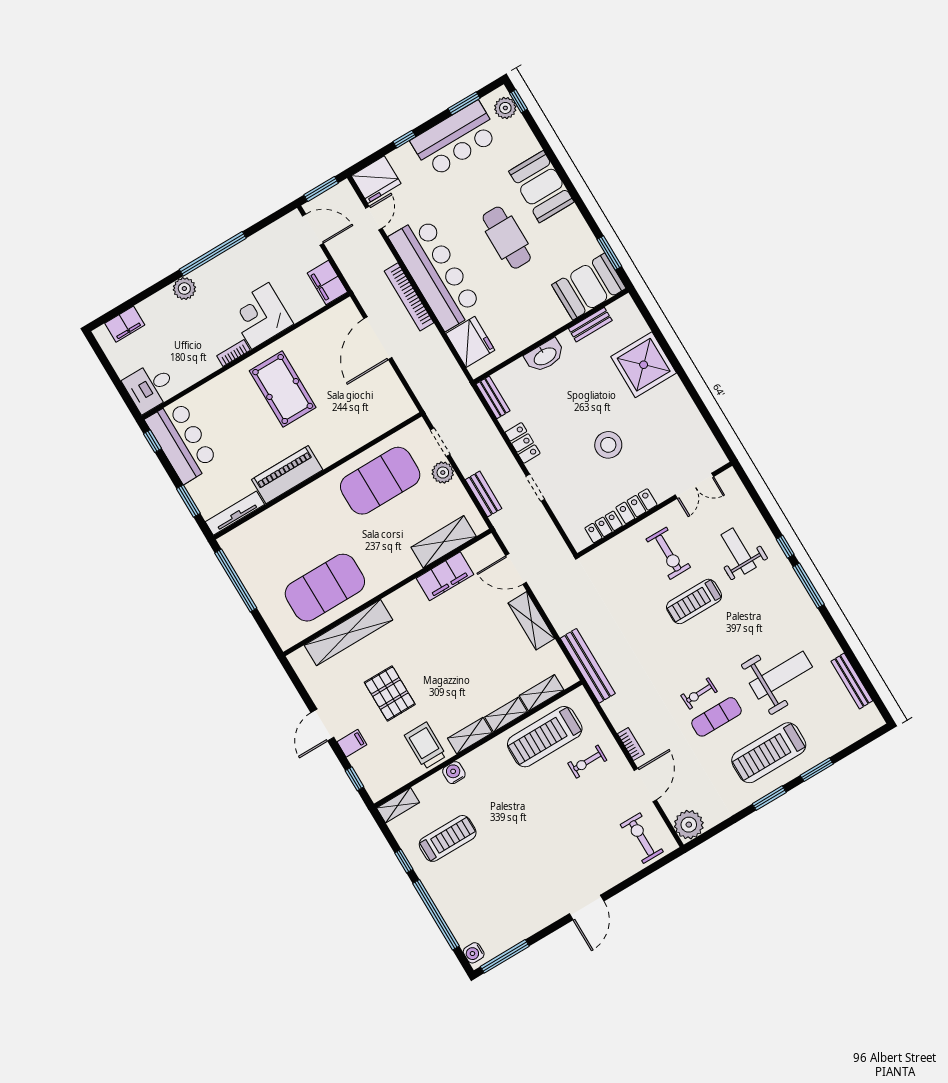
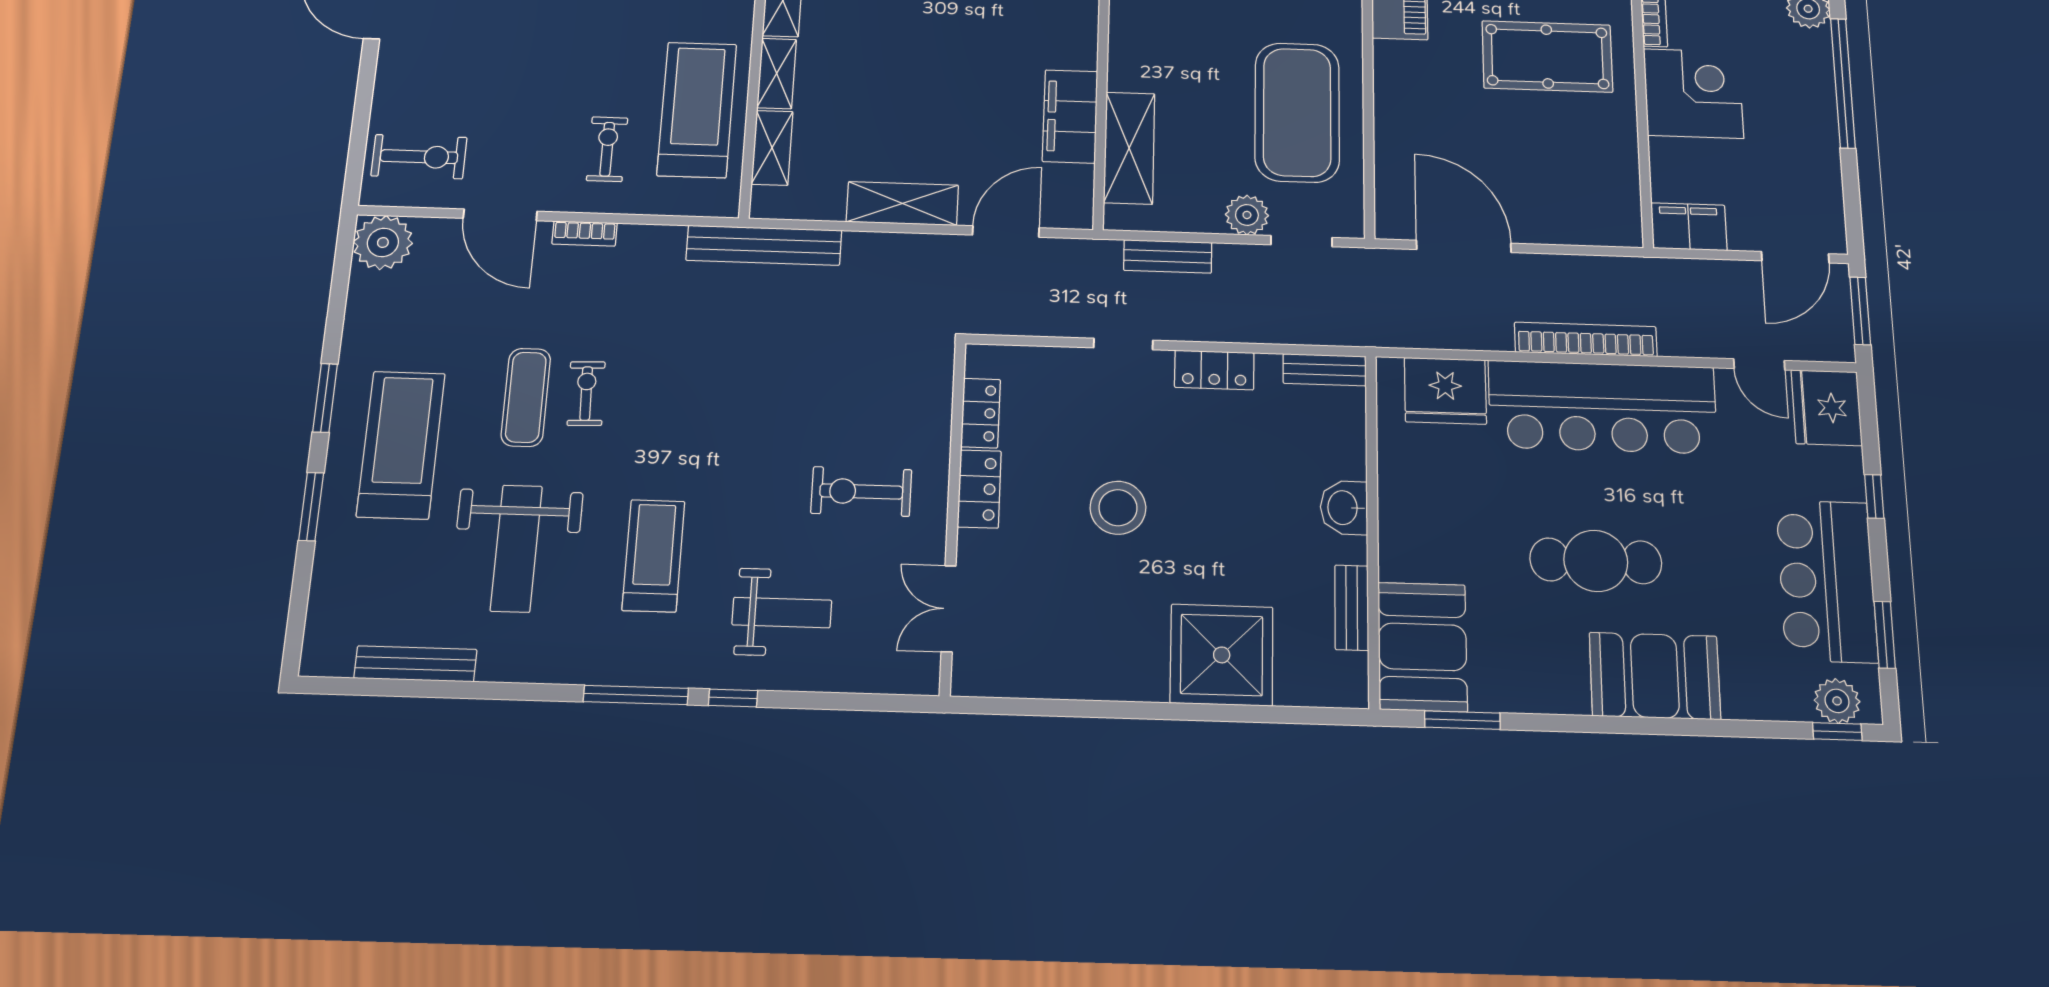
door: (378, 338) -> (1464, 246), moved
washbasin: (545, 356) -> (1344, 508), width x0.72
treadmill: (694, 601) -> (653, 556), moved

